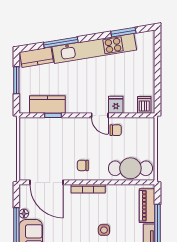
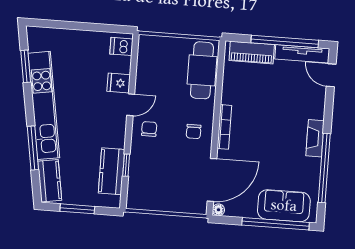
chair: (116, 130) -> (149, 129), moved
floor lamp: (24, 214) -> (218, 210), moved
side table: (104, 230) -> (279, 111), removed

